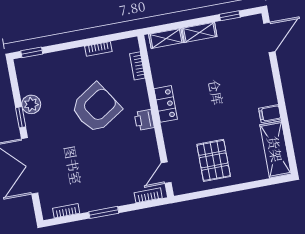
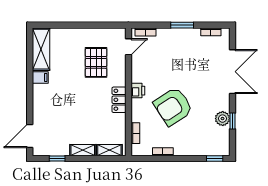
window: (21, 117) -> (232, 121), moved
pallet: (214, 160) -> (96, 62), moved

